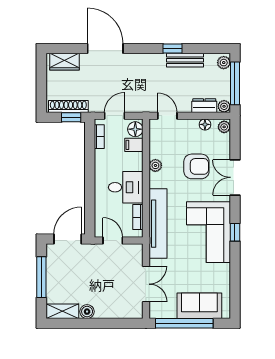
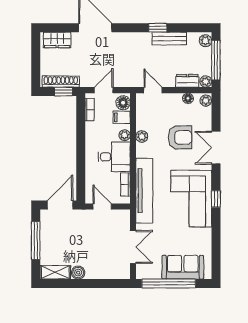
plant: (137, 164) -> (125, 135), added

